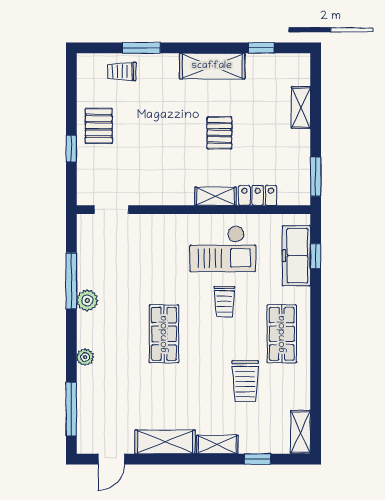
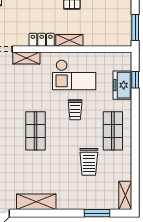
locker: (258, 195) -> (42, 40), moved
freezer: (296, 256) -> (122, 85), width x0.71
shelving: (217, 445) -> (26, 58), moved
window: (258, 459) -> (97, 213), width x1.50

